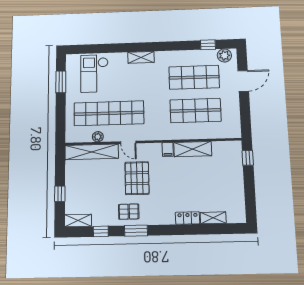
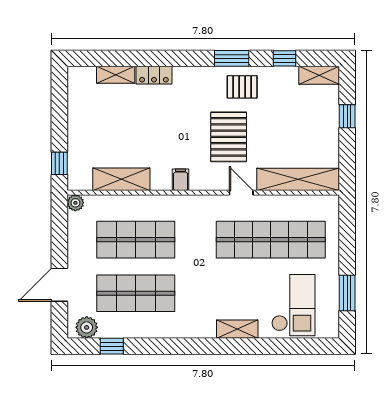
shelving: (141, 57) -> (237, 329), moved
plant: (98, 137) -> (75, 203), moved
shelving: (193, 149) -> (121, 179), moved

